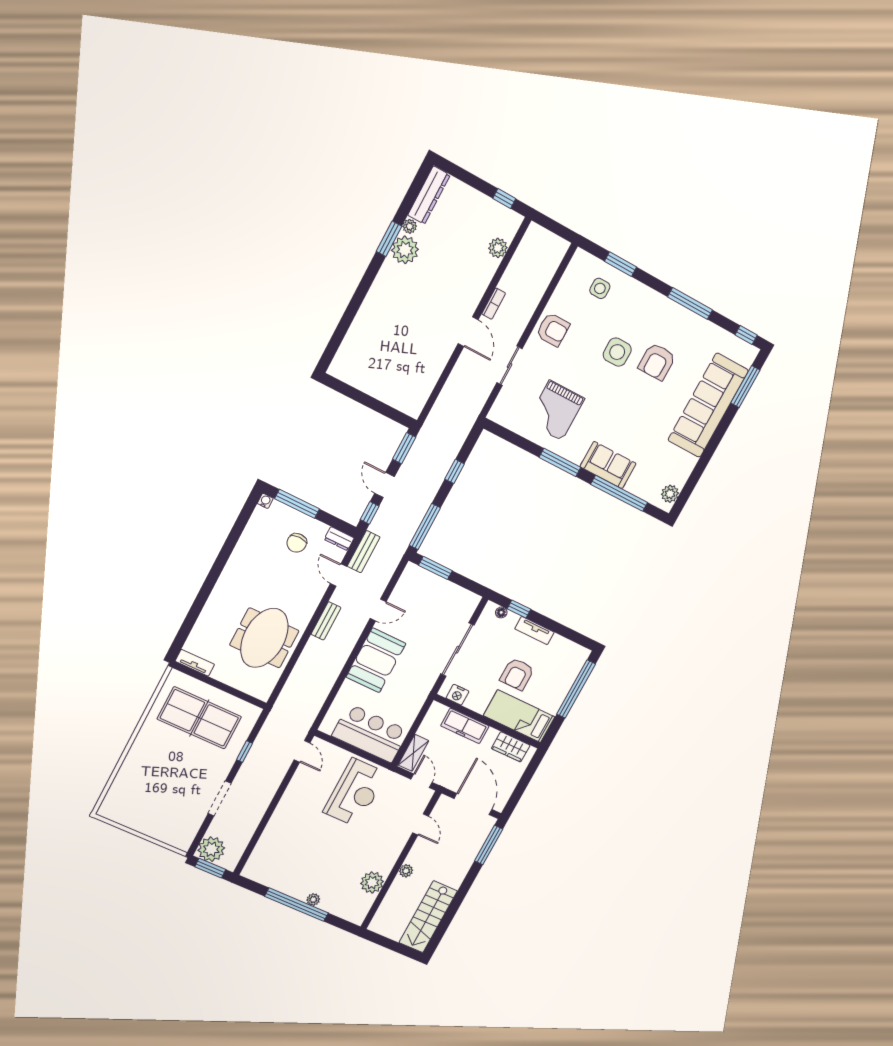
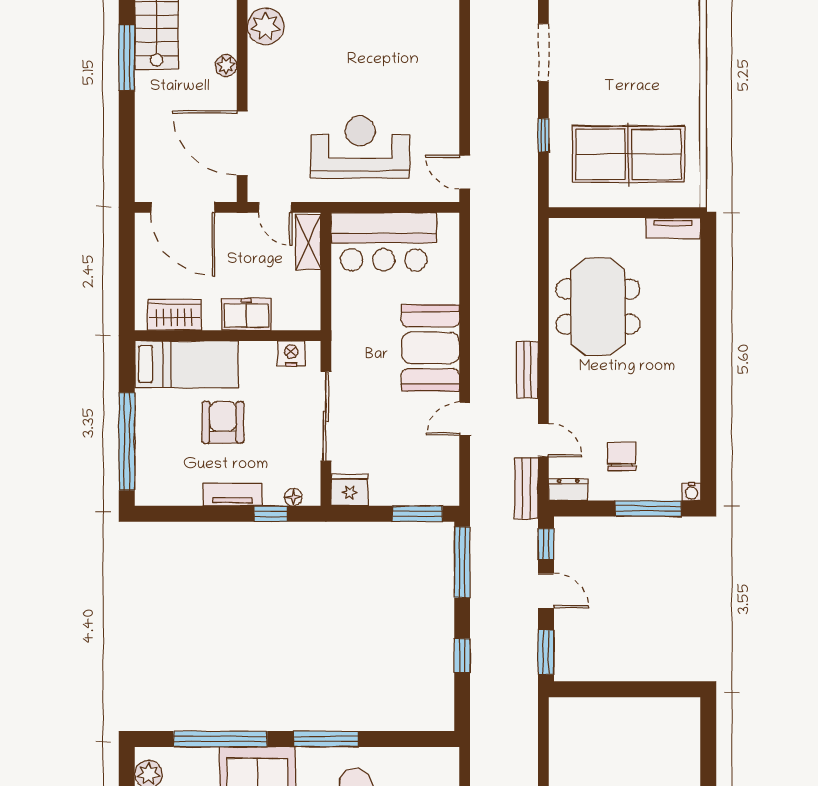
fridge: (467, 601) -> (350, 490), added
freezer: (465, 726) -> (246, 314), width x0.71
reception desk: (355, 792) -> (360, 147), turned 90
door: (421, 824) -> (242, 143), width x1.87
window: (489, 845) -> (127, 57), moved

